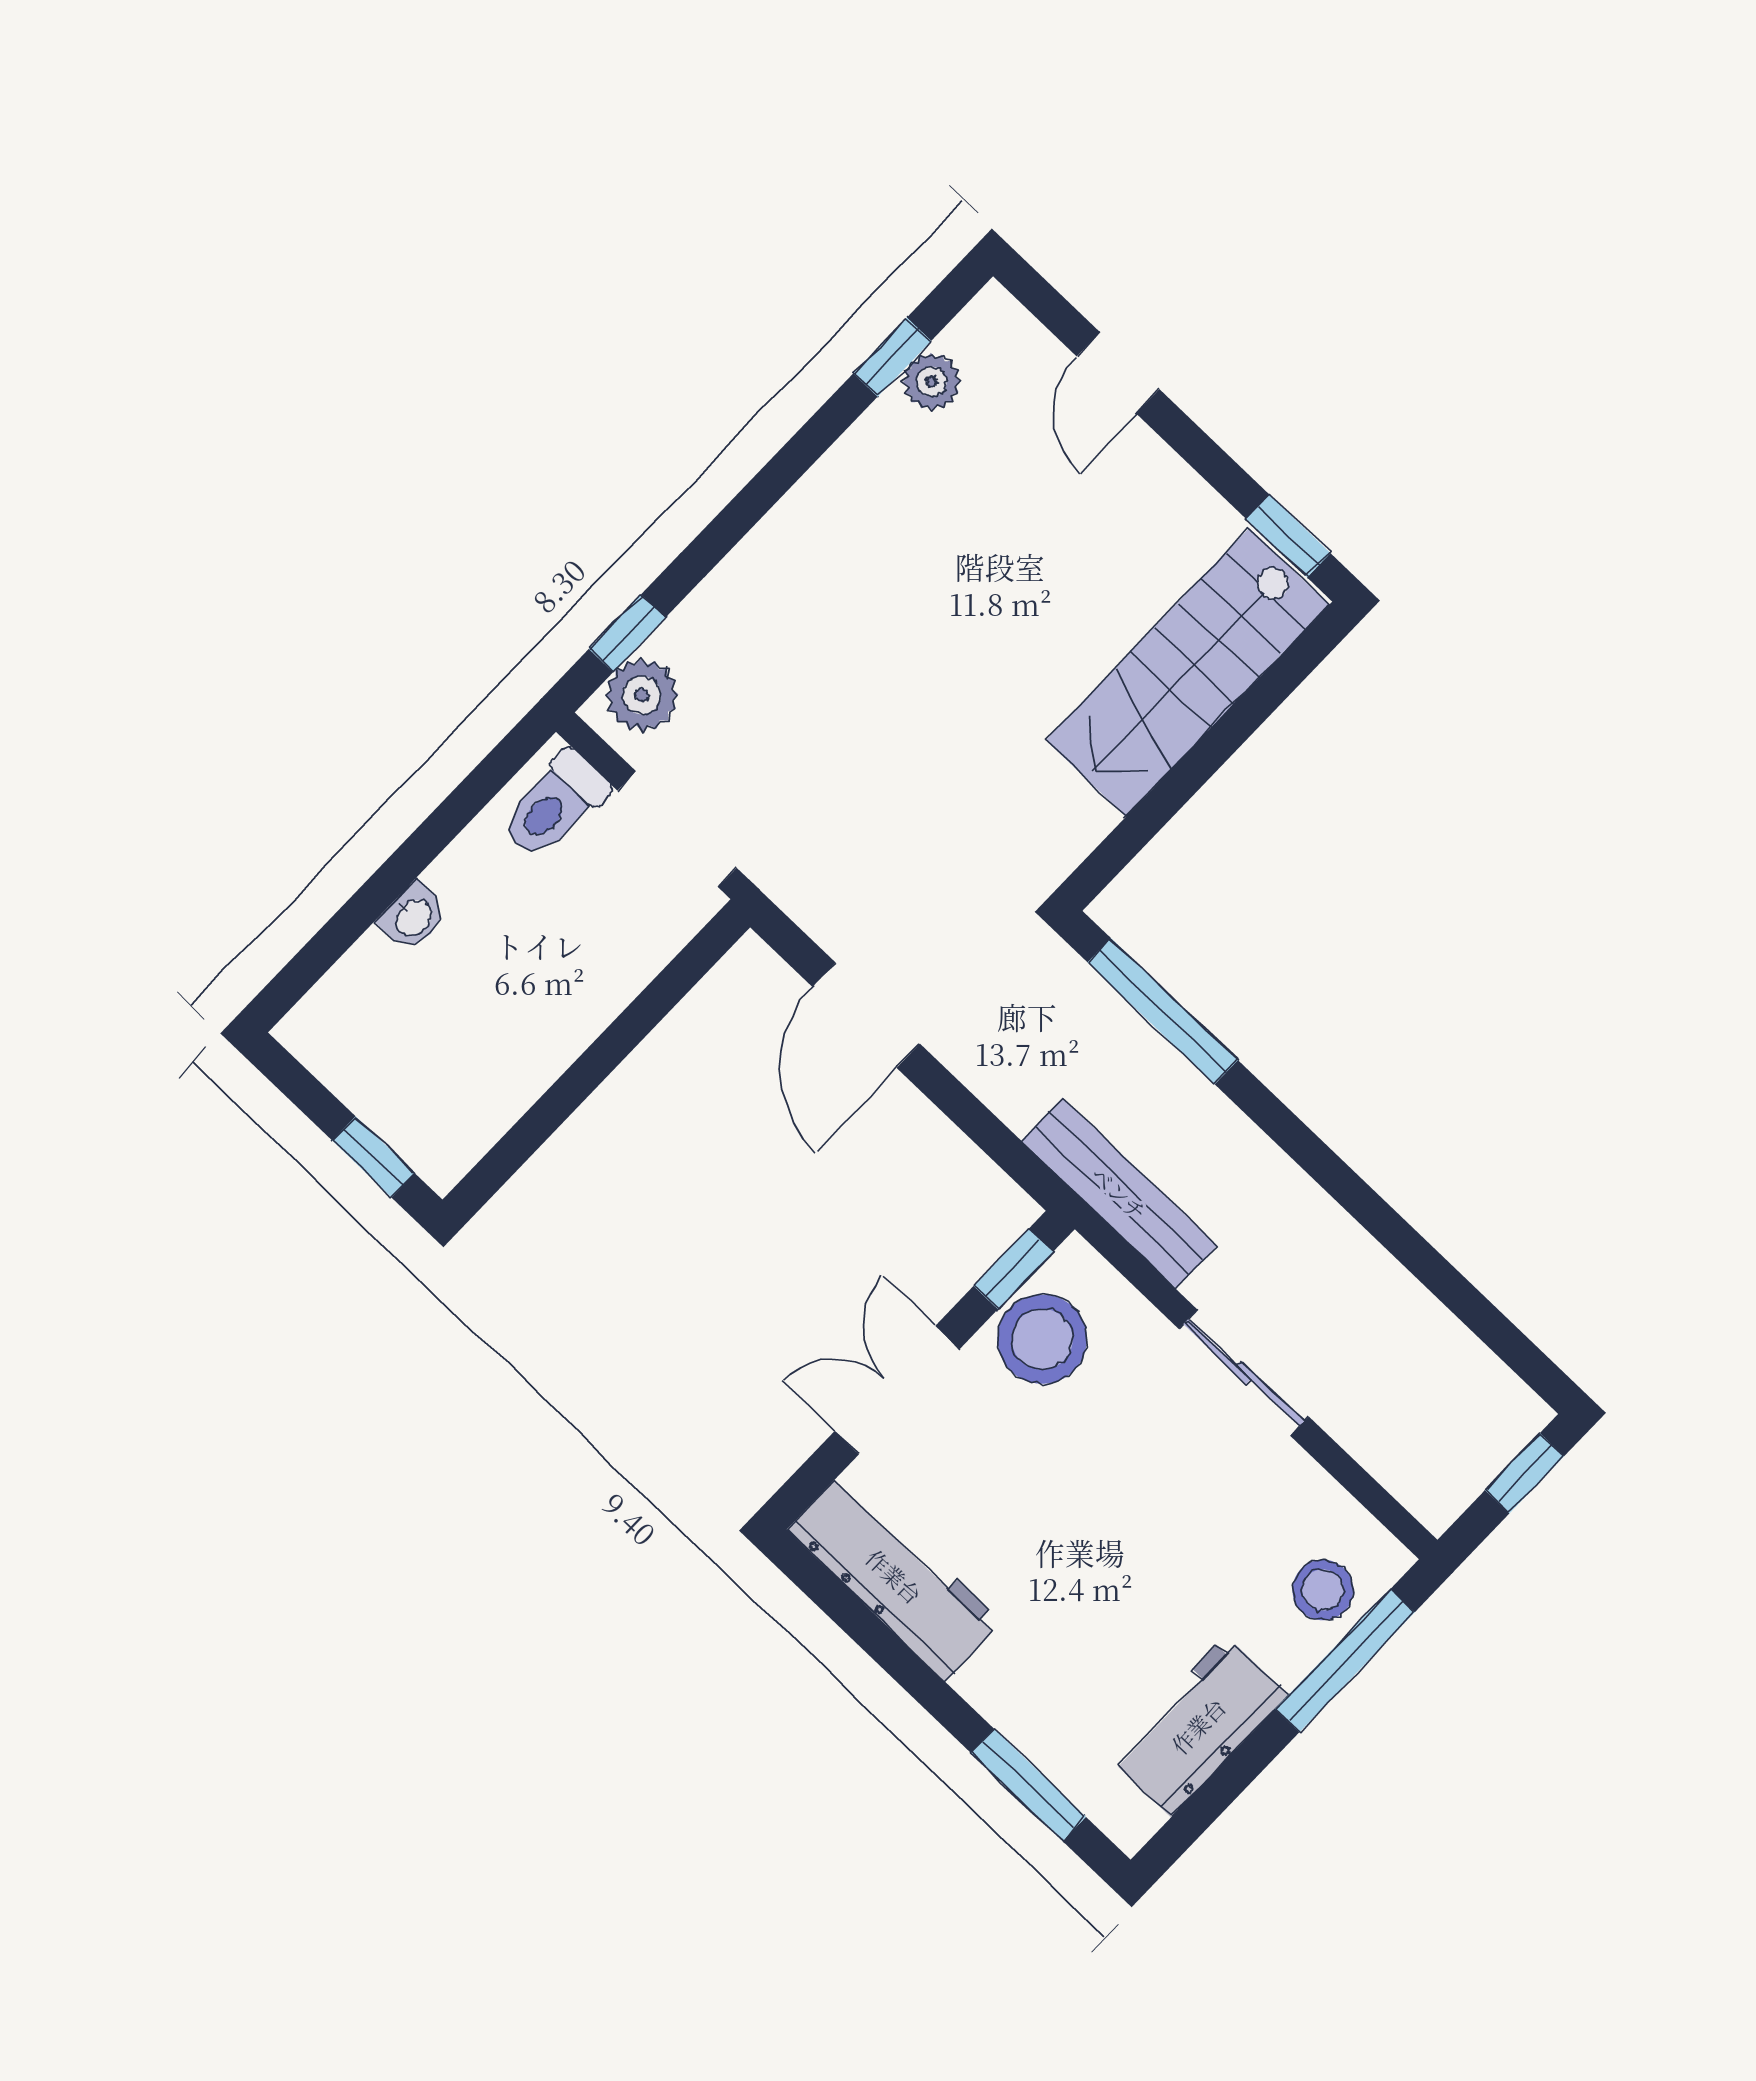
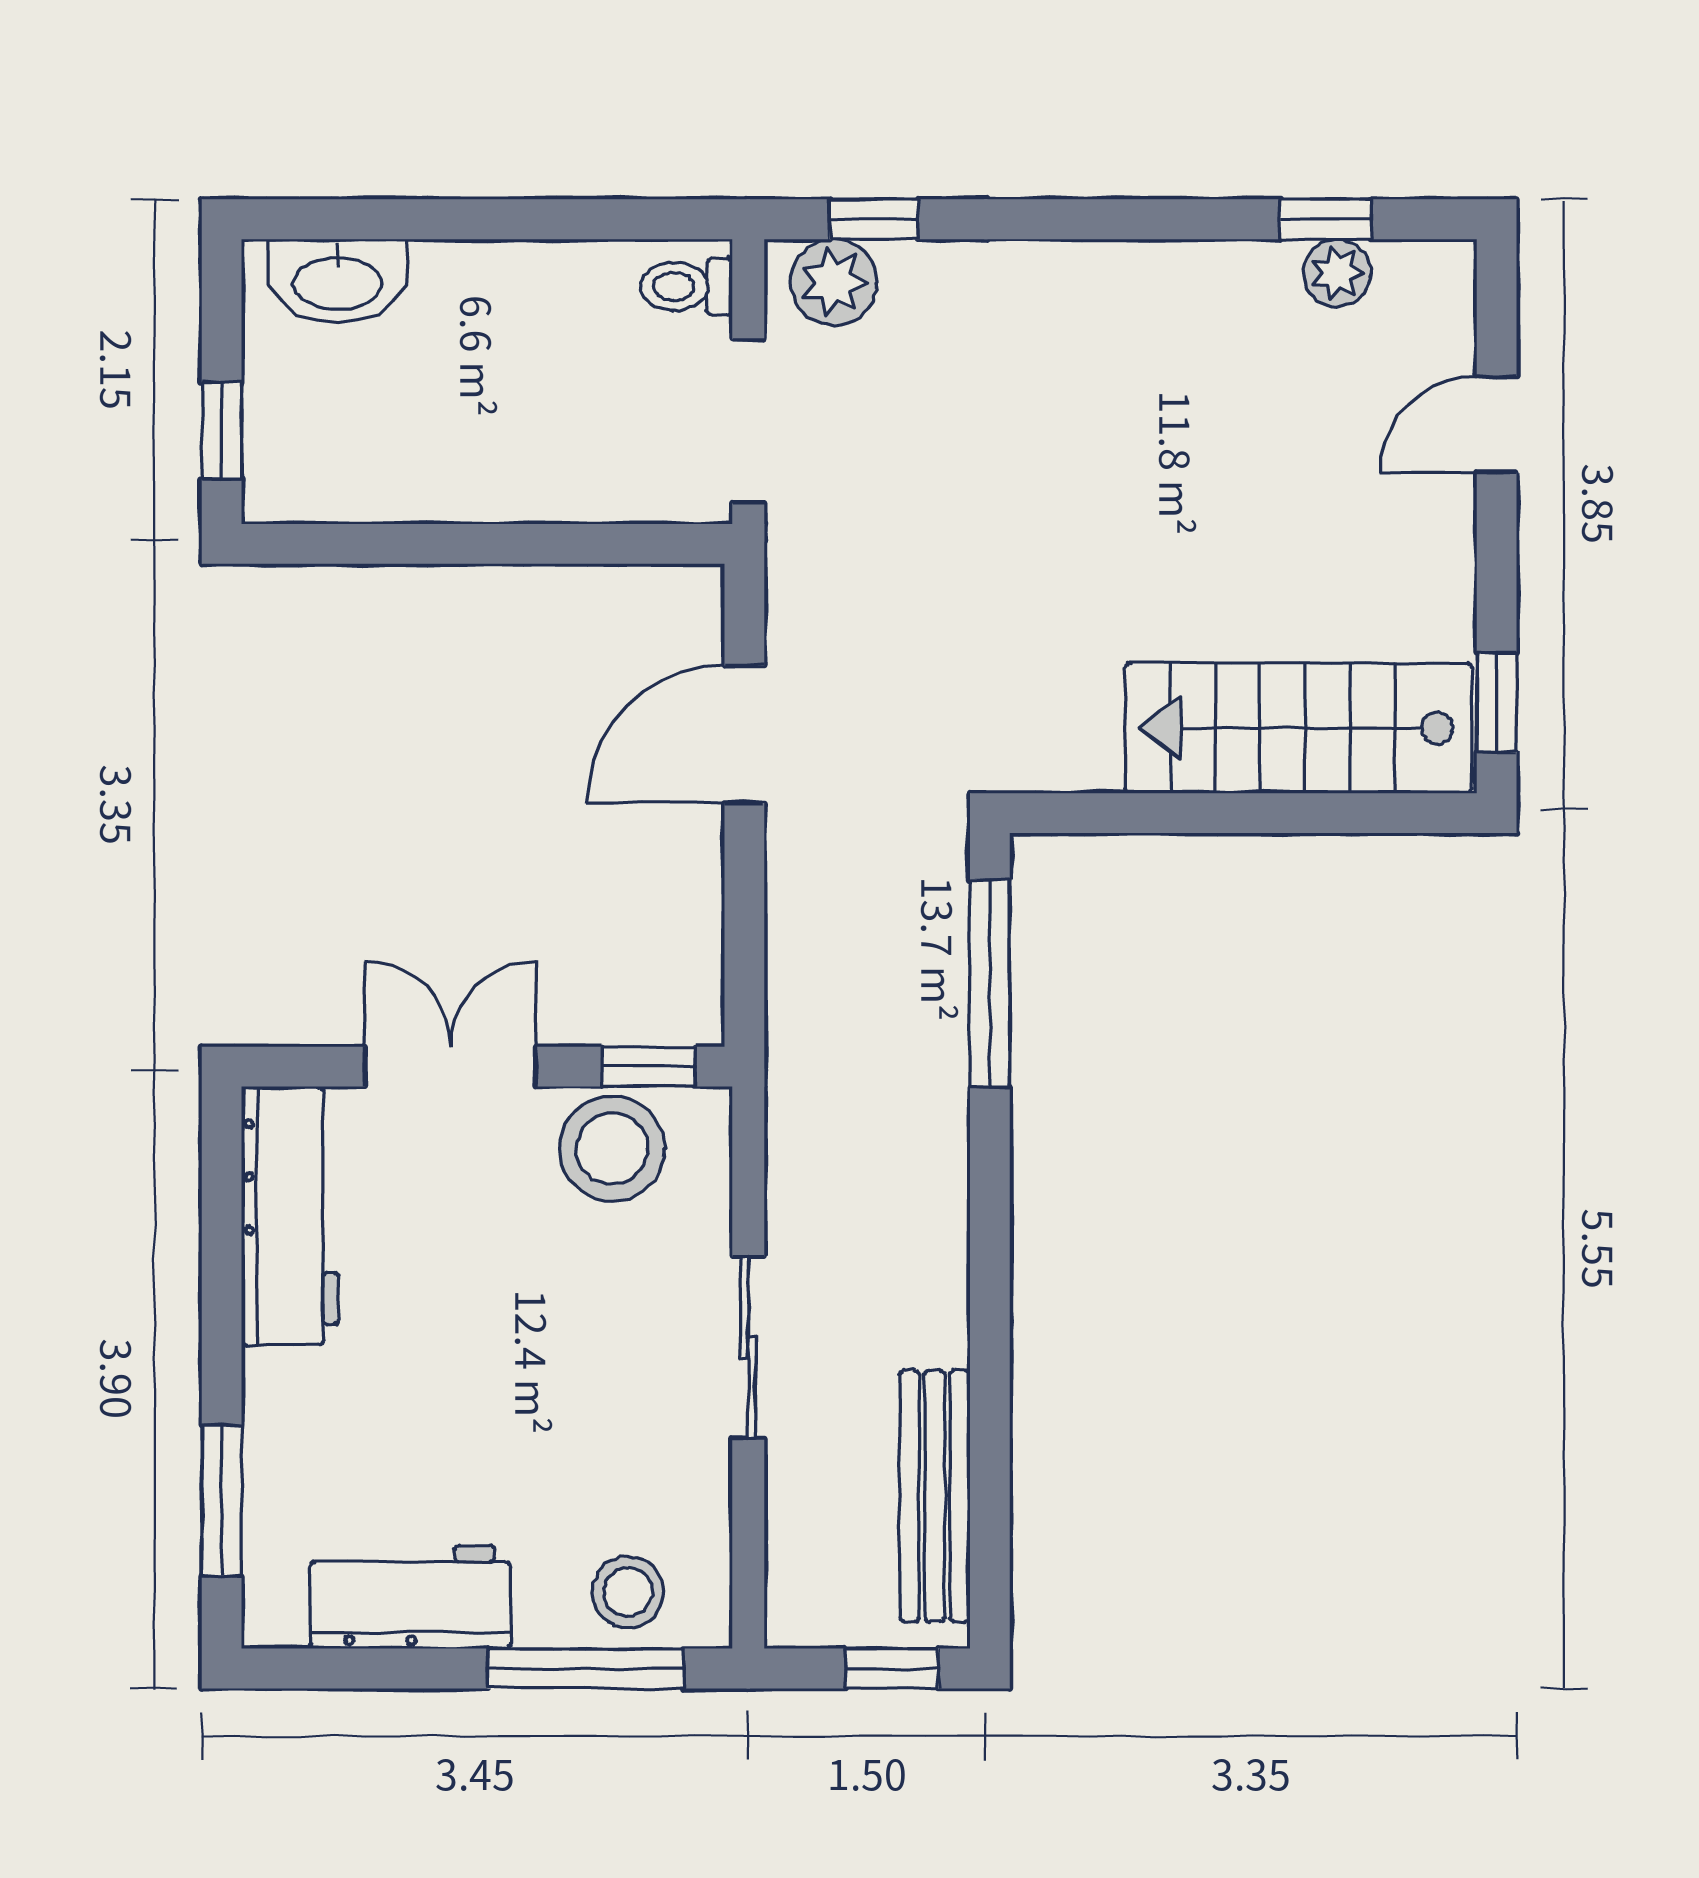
toilet: (554, 805) -> (686, 287), width x0.73, depth x0.72
washbasin: (413, 917) -> (338, 281), moved, width x1.91, depth x1.45
bench: (1119, 1193) -> (935, 1496), moved

